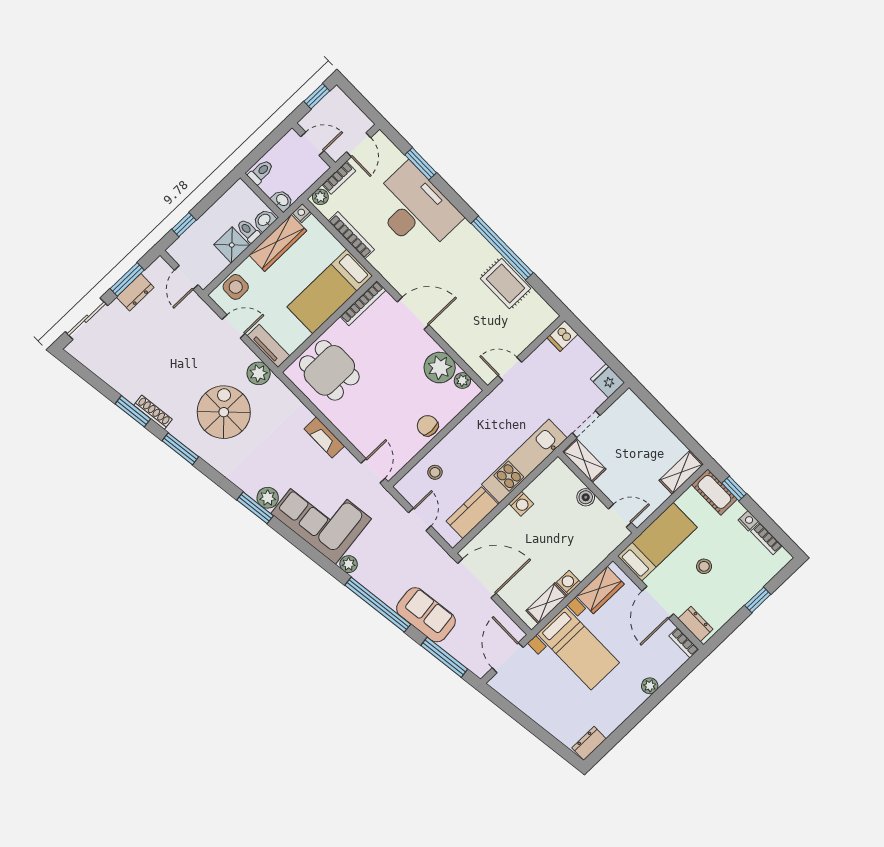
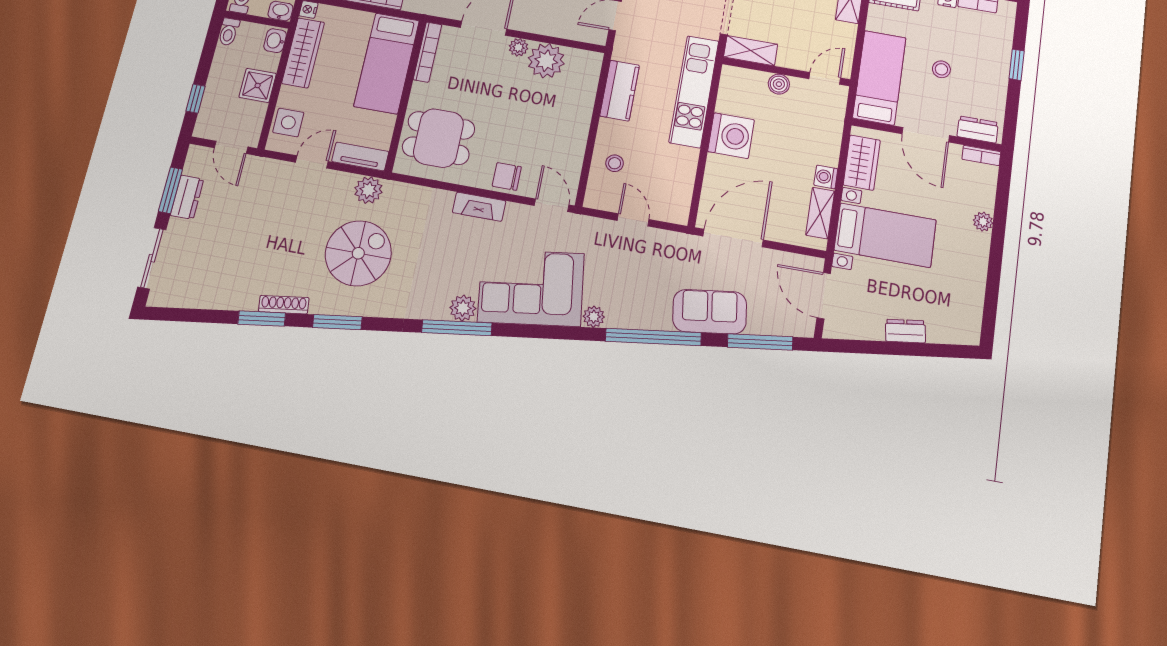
toilet: (248, 231) -> (229, 32), moved, turned -90
plant: (462, 380) -> (519, 47), moved
spiral stairs: (224, 412) -> (358, 253), turned 90
chair: (428, 426) -> (507, 176), moved
washing machine: (521, 504) -> (731, 136), width x1.89, depth x1.89
window: (255, 508) -> (457, 328), width x1.44
kitchen counter: (472, 513) -> (620, 91), moved, turned 180
dresser: (589, 743) -> (905, 331), moved, turned 82

